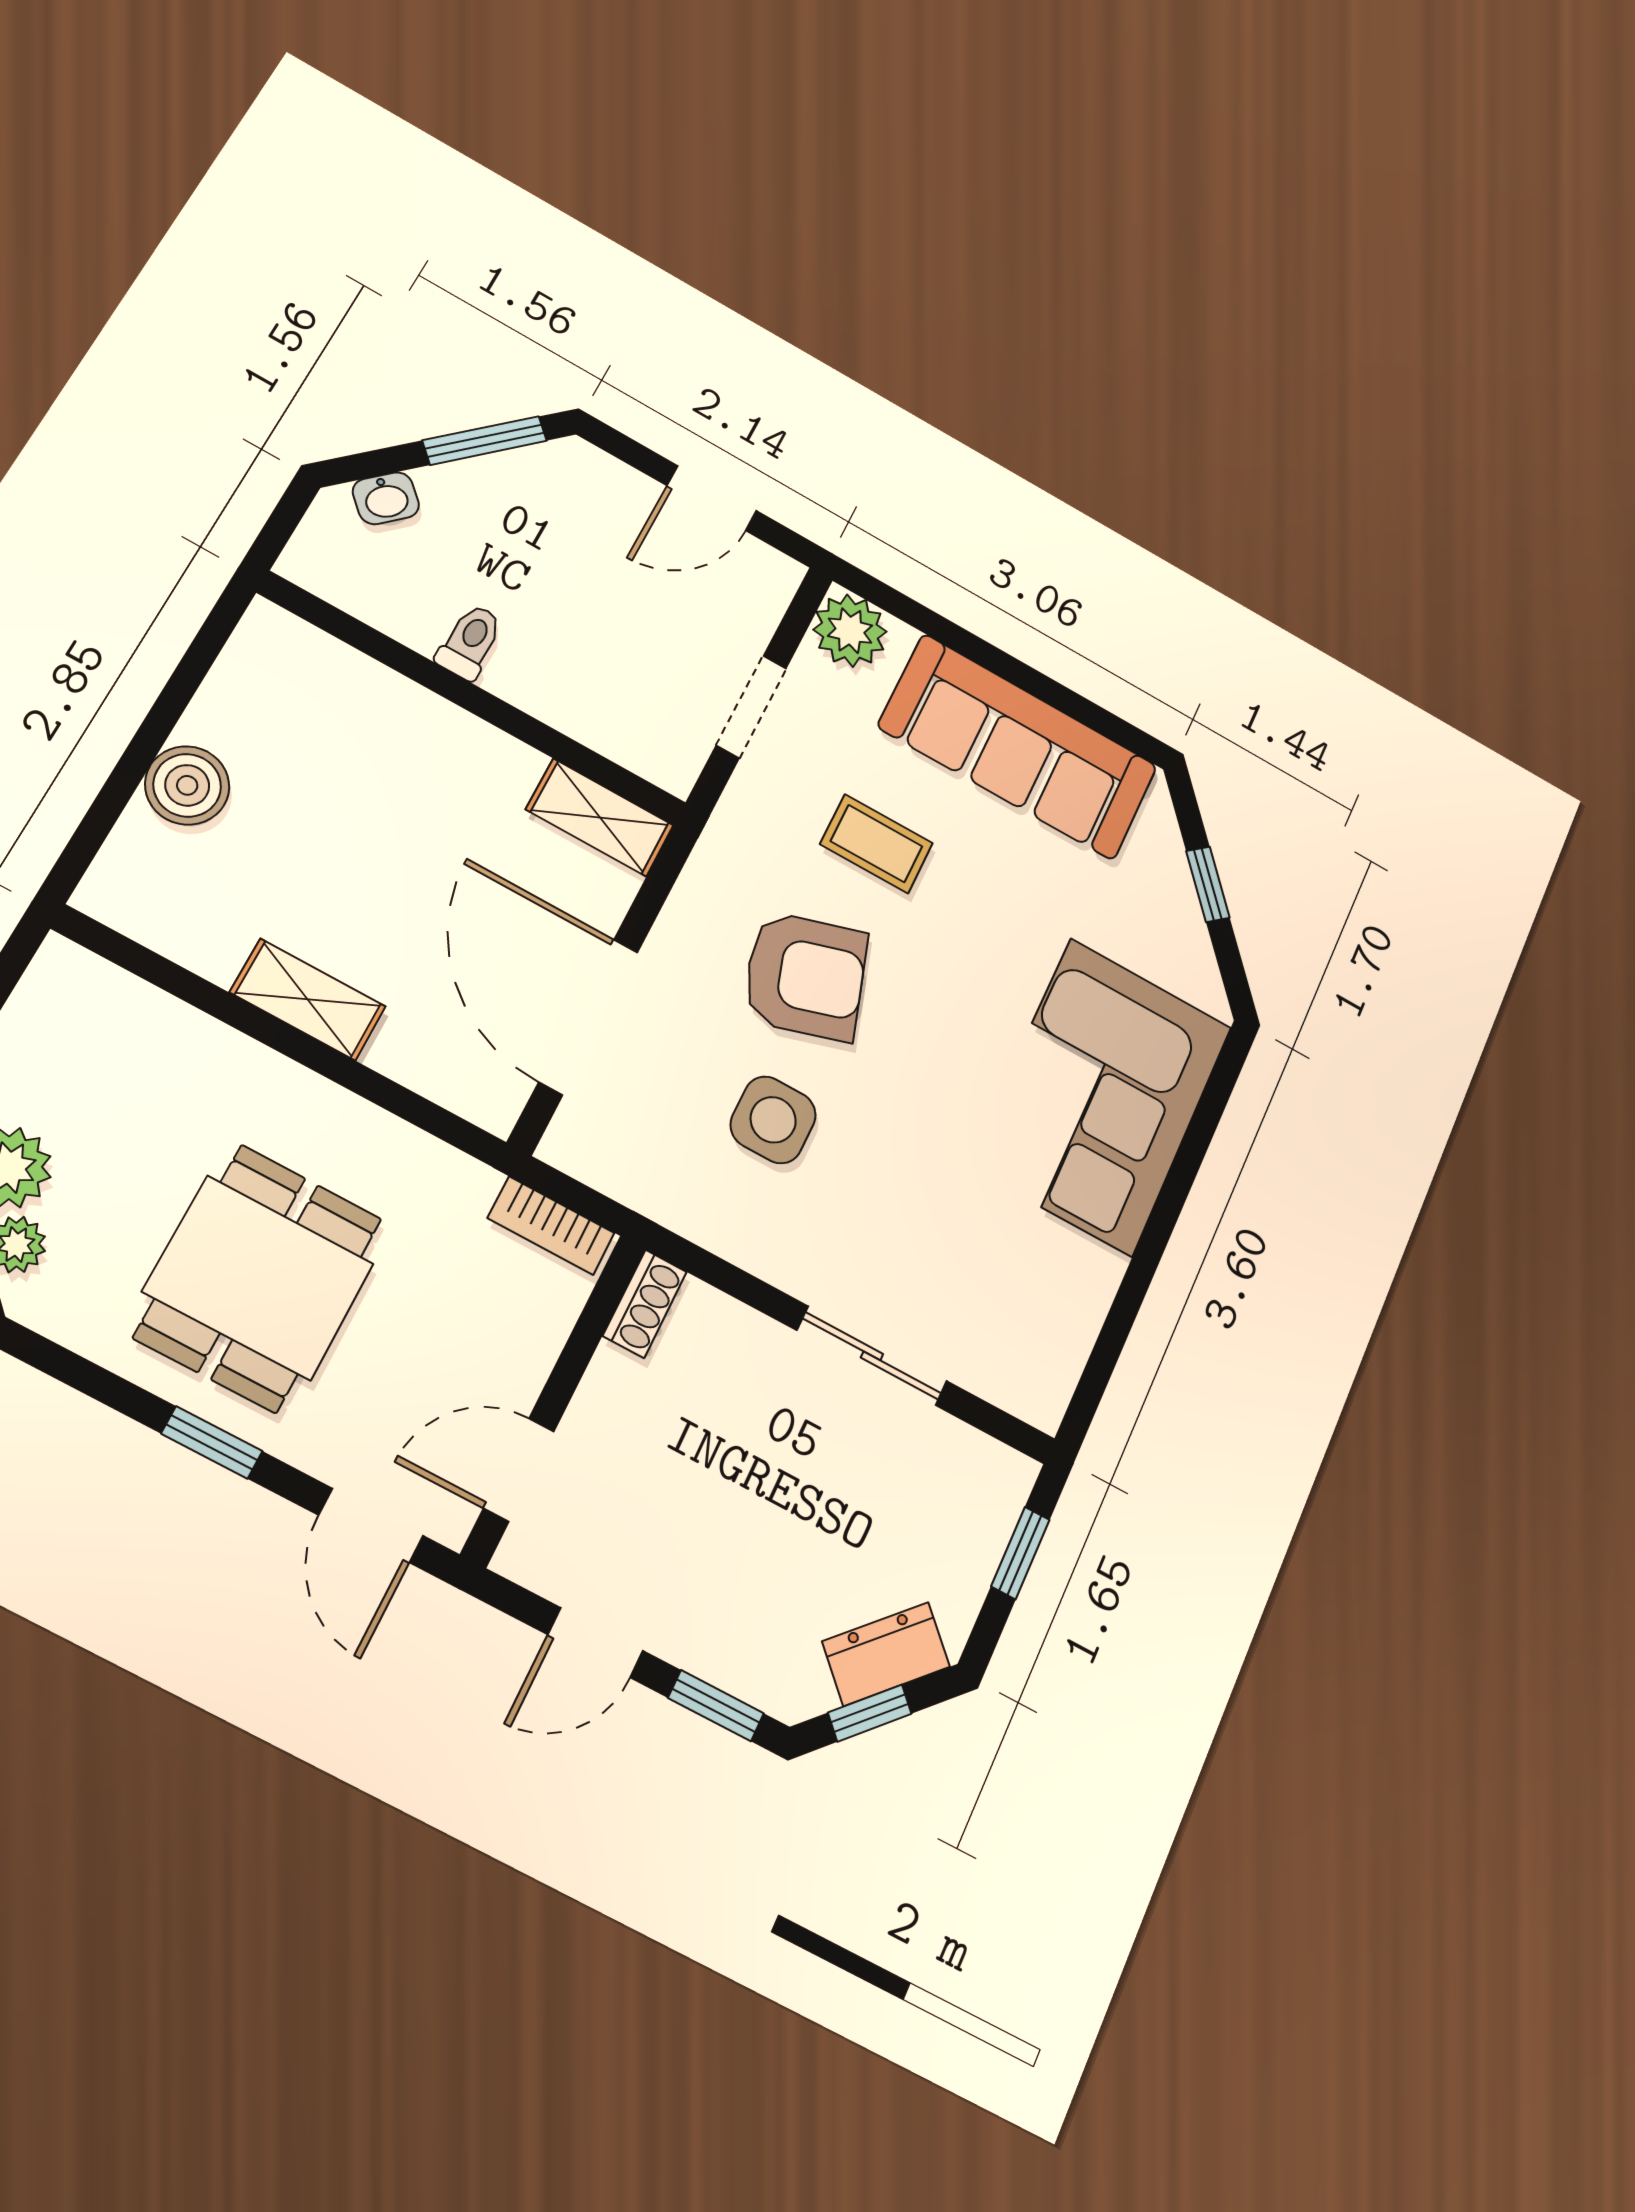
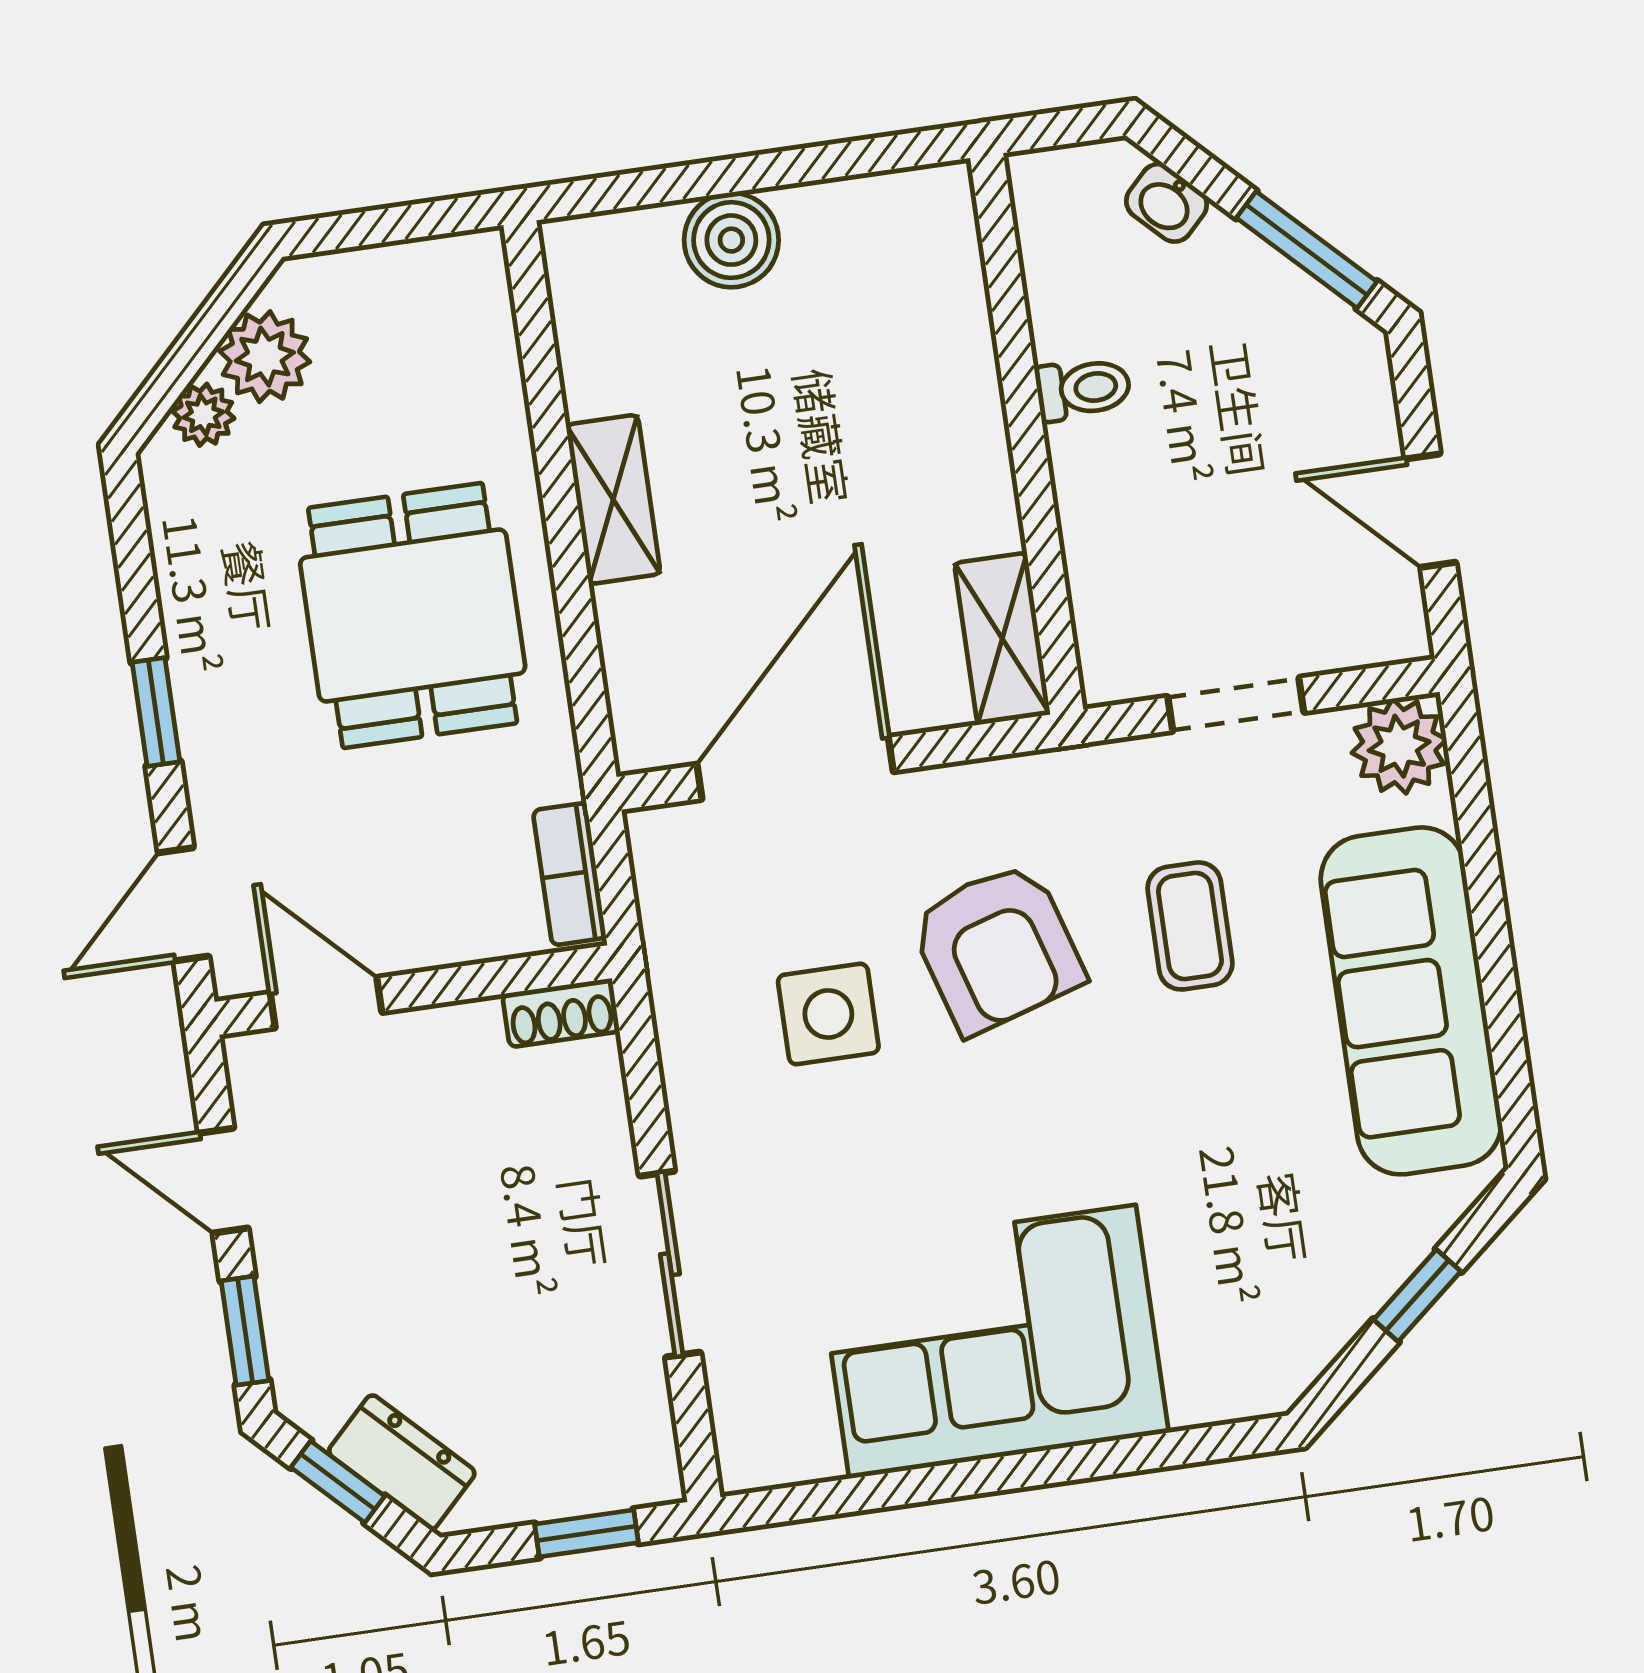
corner sofa: (1101, 1096) -> (993, 1342), moved
dining table: (259, 1278) -> (413, 615), moved, turned 90

